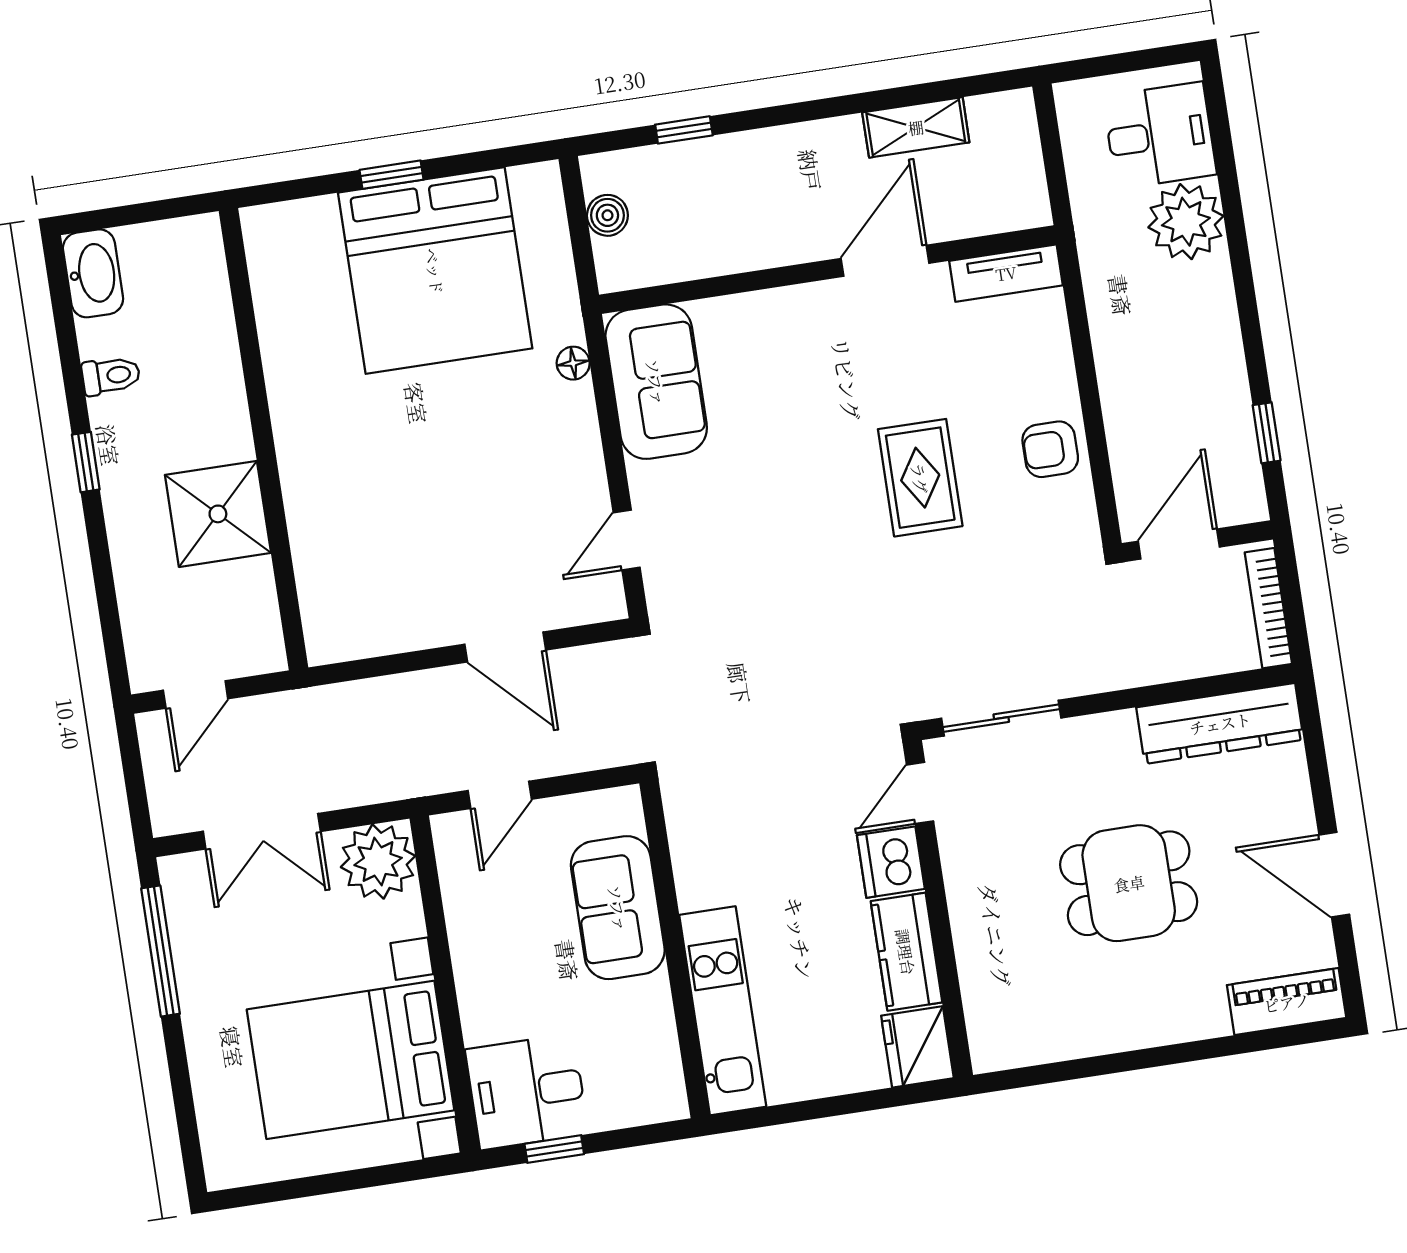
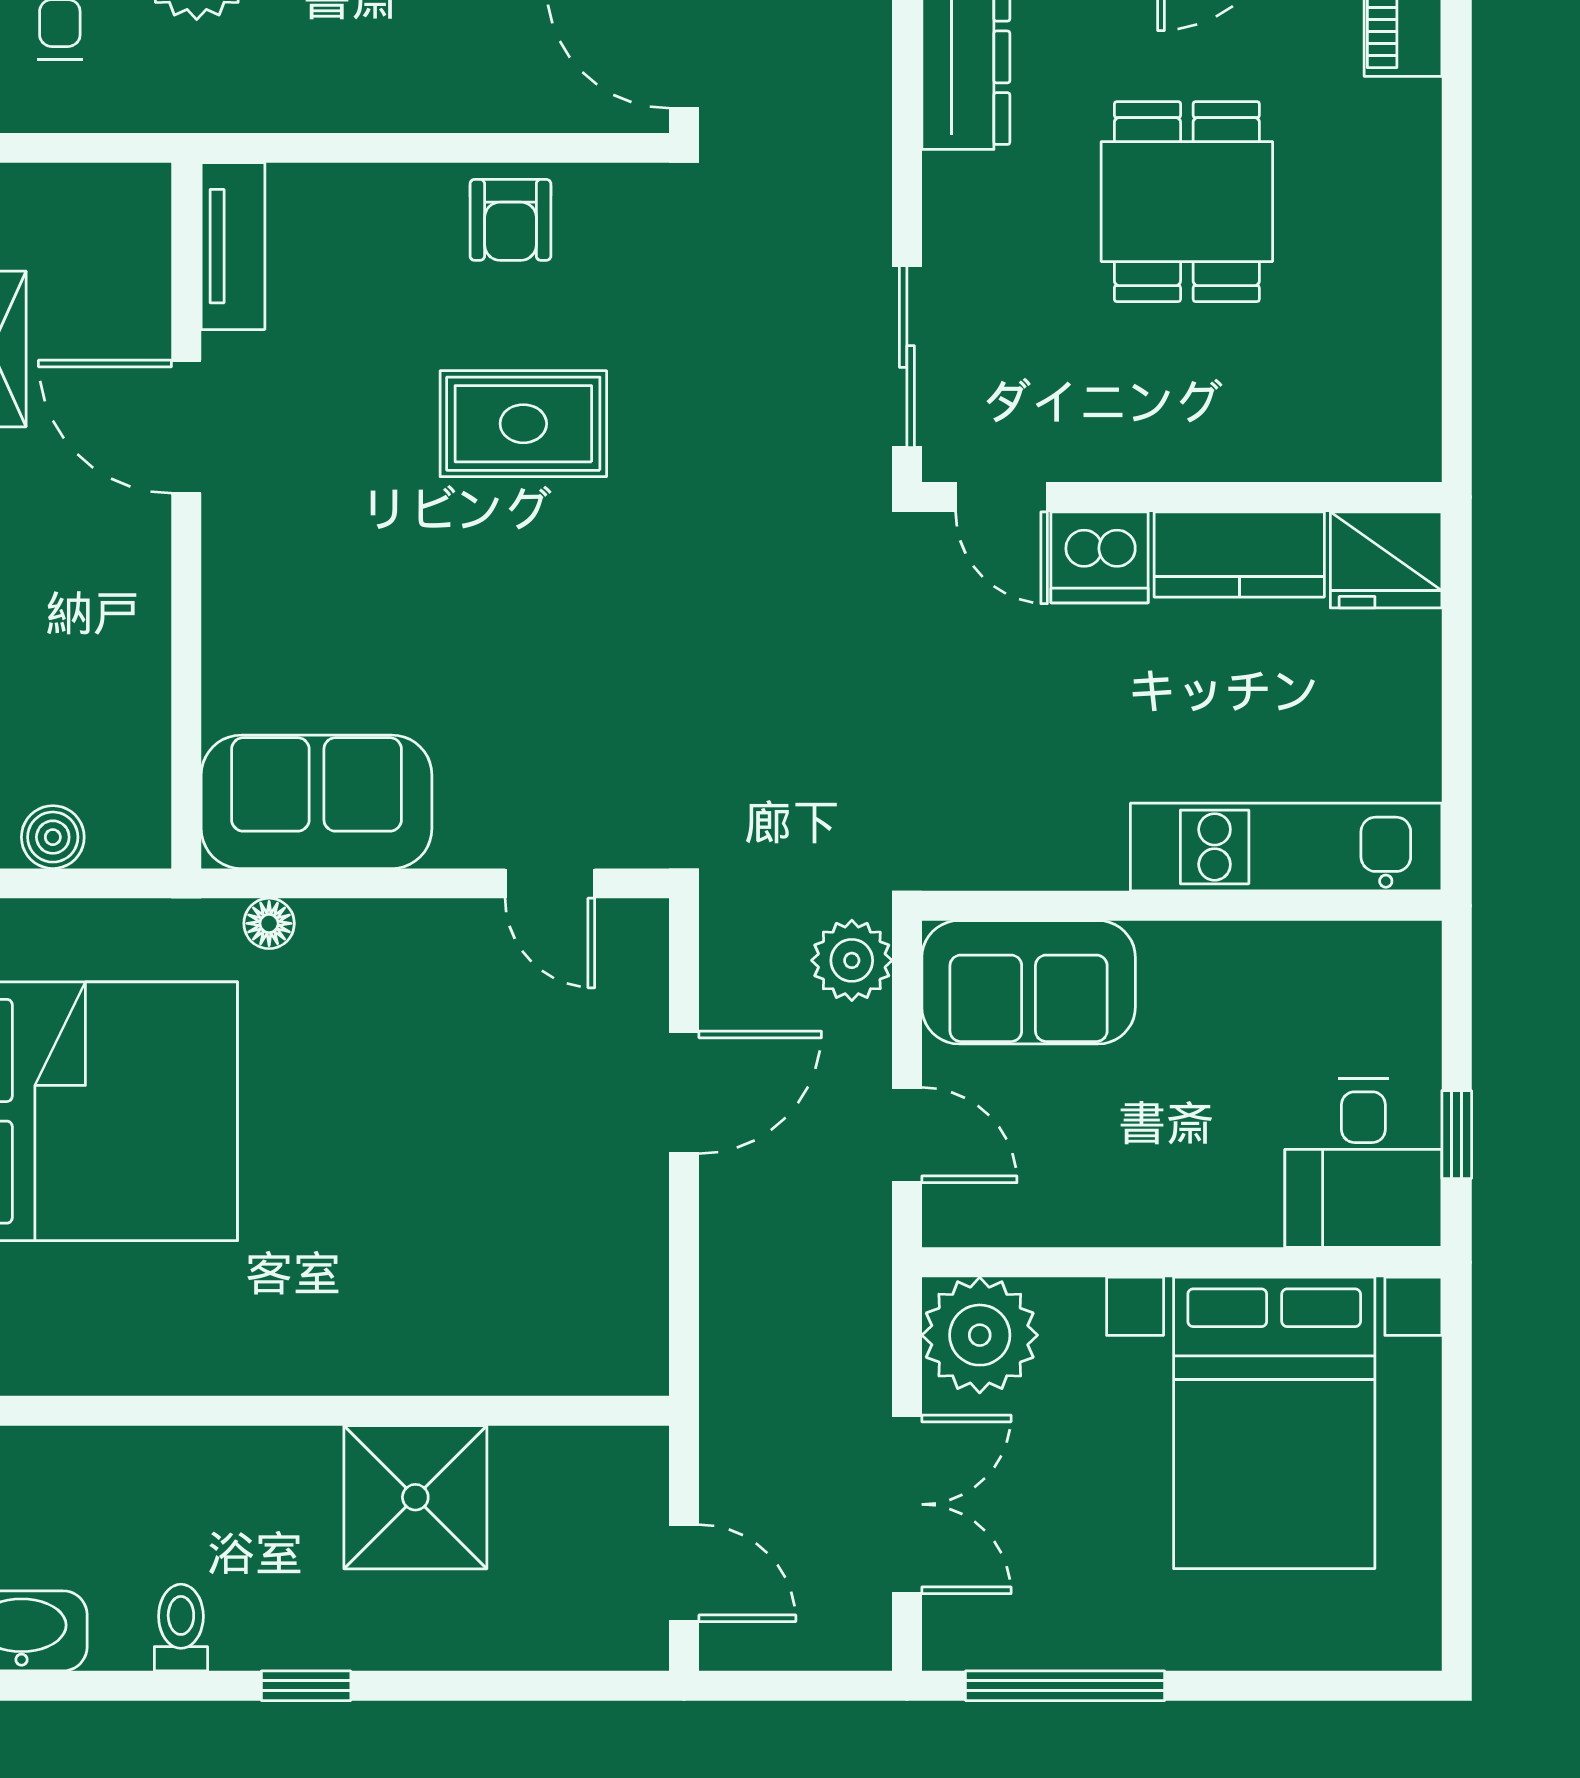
plant: (607, 742) -> (852, 960), added
sofa: (618, 908) -> (1029, 982), moved

